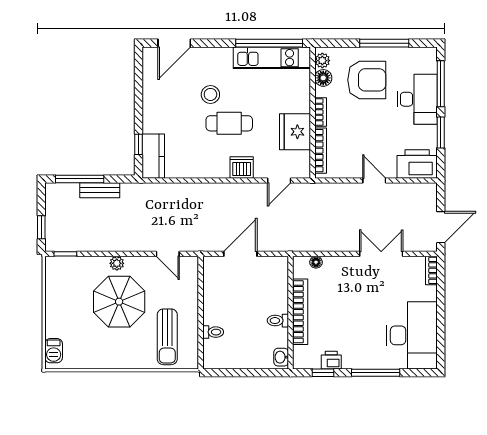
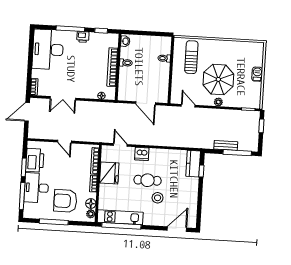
printer: (417, 164) -> (35, 160), moved, turned -90
door: (279, 180) -> (120, 145), hinge flipped
door: (240, 254) -> (146, 103), hinge flipped
barbecue: (54, 351) -> (257, 74), moved
printer: (331, 360) -> (83, 37), moved

